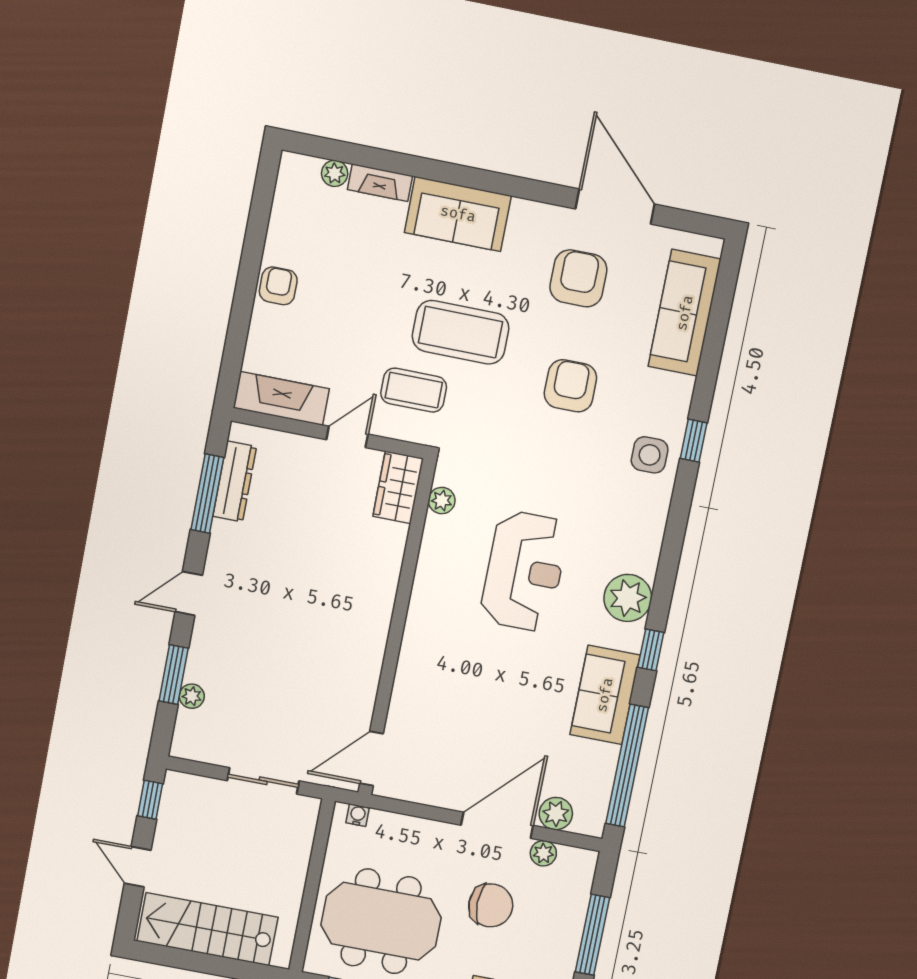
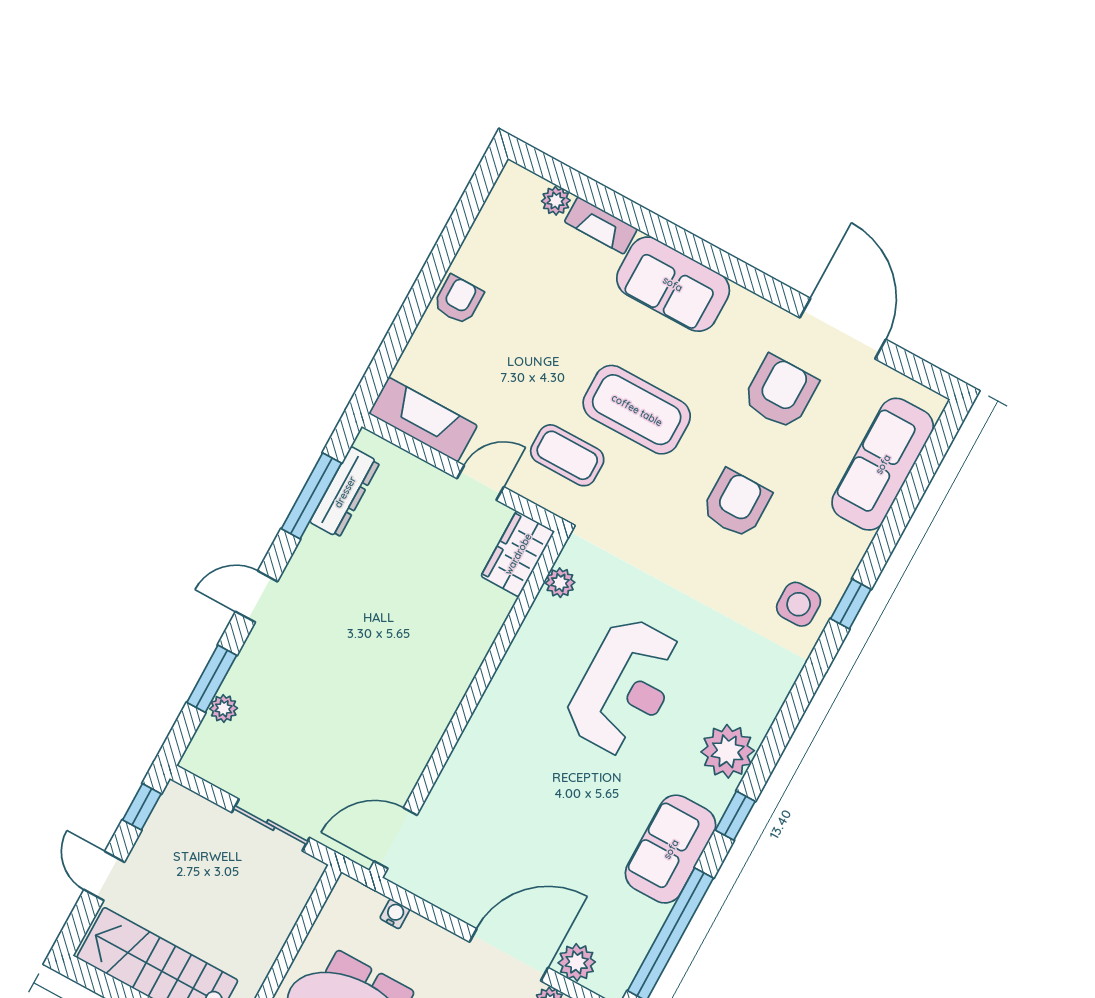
water cooler: (358, 815) -> (395, 914), moved

